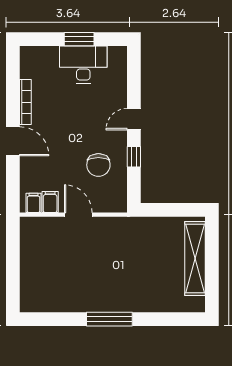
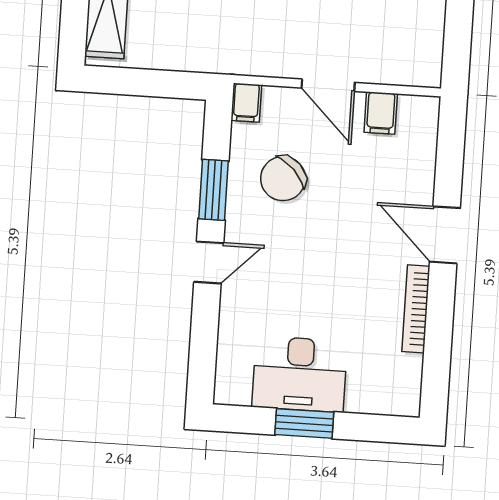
window: (134, 157) -> (213, 190), width x1.50
chair: (98, 165) -> (283, 179), turned -134
filing cabinet: (34, 203) -> (246, 103), moved

